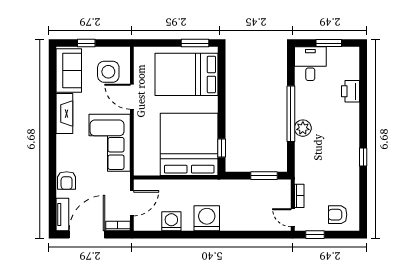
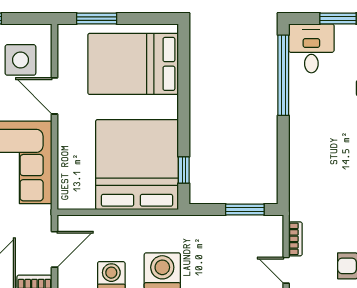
window: (195, 43) -> (97, 19), moved
window: (291, 114) -> (283, 75), moved
plant: (303, 128) -> (301, 141), removed

